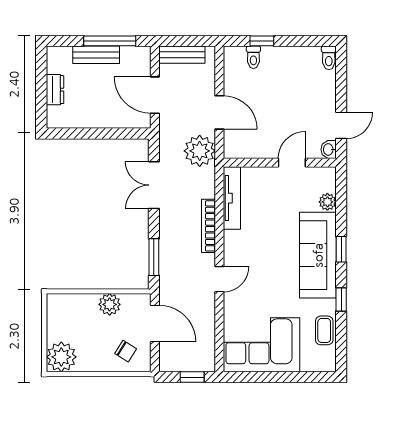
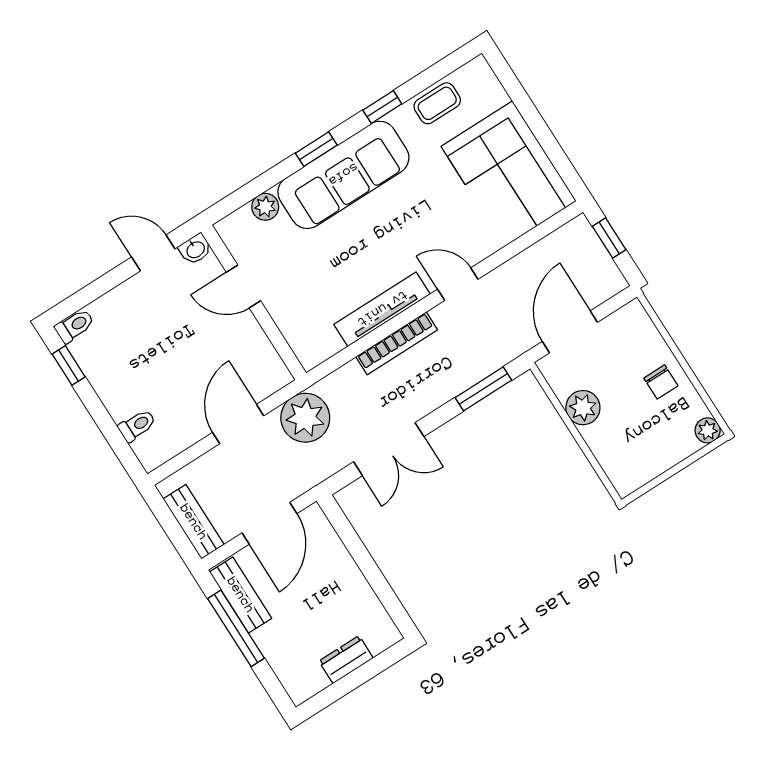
window: (262, 41) -> (69, 365), moved
bench: (96, 55) -> (241, 595), moved
tv unit: (232, 198) -> (382, 309), moved
chair: (126, 351) -> (661, 382), moved, turned 148
plant: (61, 357) -> (708, 430), width x0.53, depth x0.53

